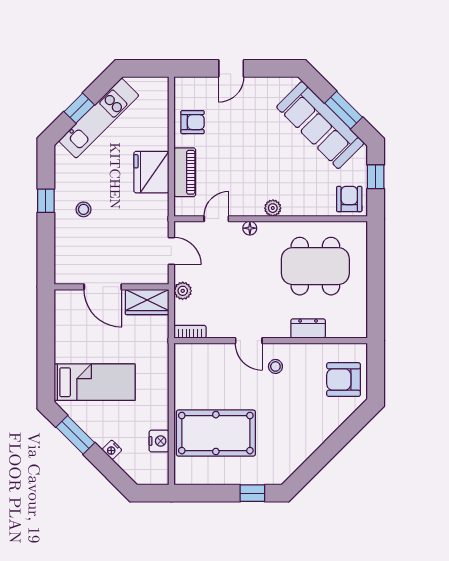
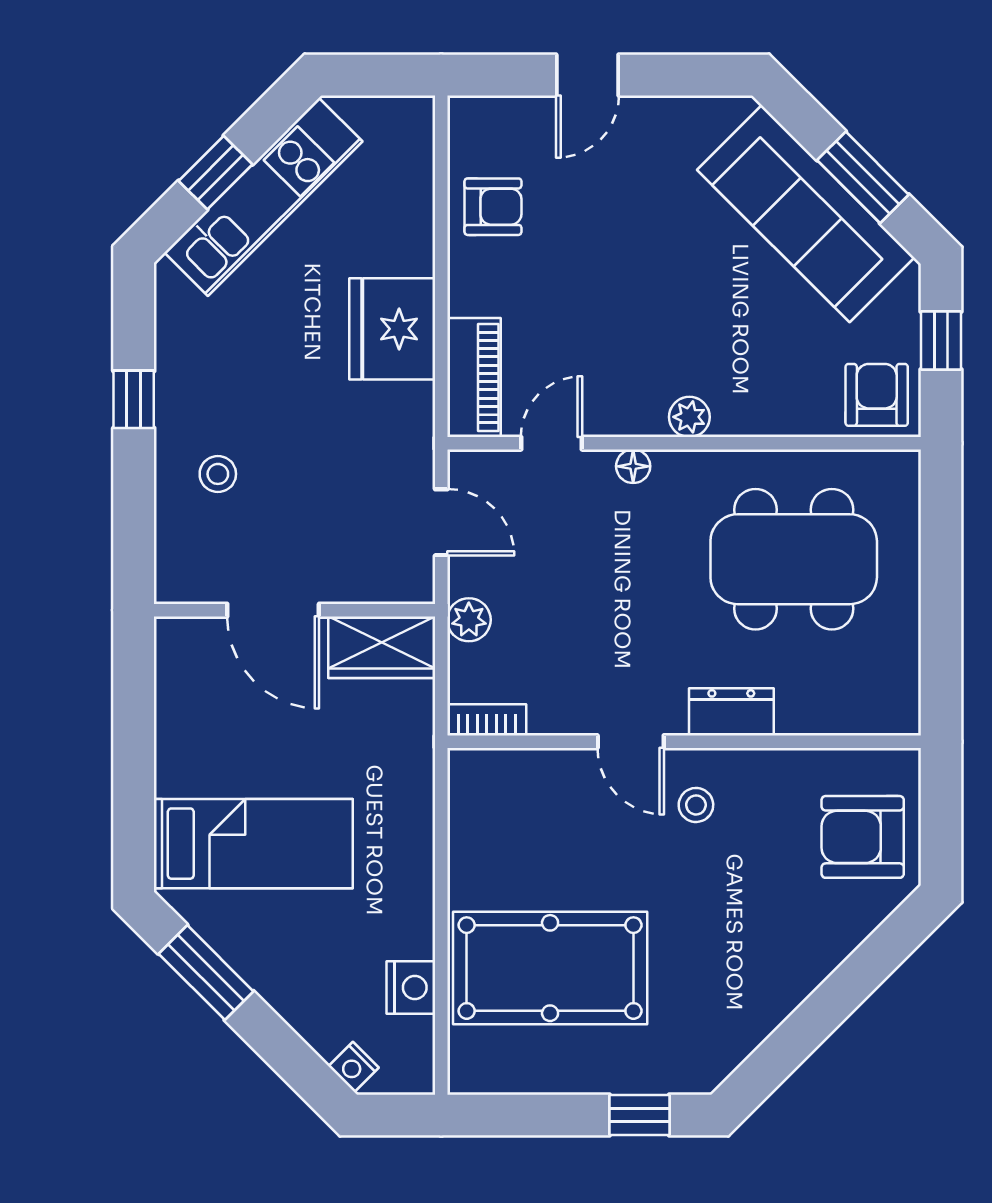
piano: (185, 172) -> (474, 378), moved
stool: (84, 209) -> (218, 474), moved
dresser: (308, 328) -> (731, 712), moved
nightstand: (112, 450) -> (354, 1067), moved

